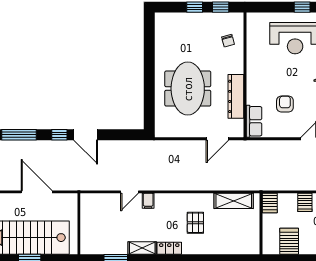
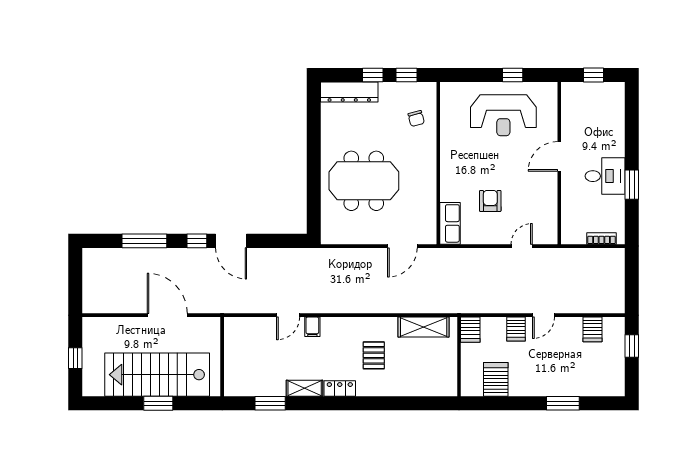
meeting table: (188, 89) -> (364, 181), turned 90
dresser: (236, 96) -> (349, 92), moved, turned -90

